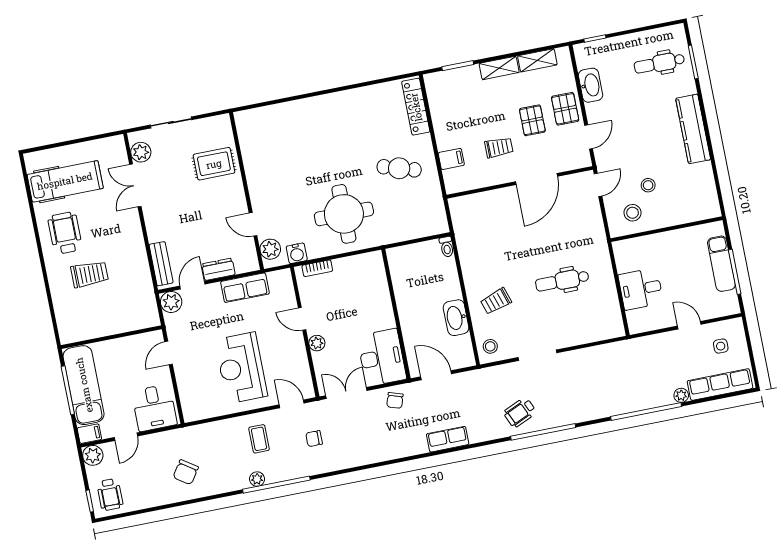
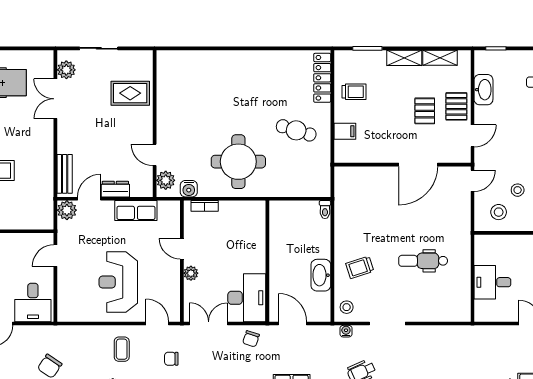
trolley: (499, 147) -> (354, 92), moved
water cooler: (495, 372) -> (346, 331), added

